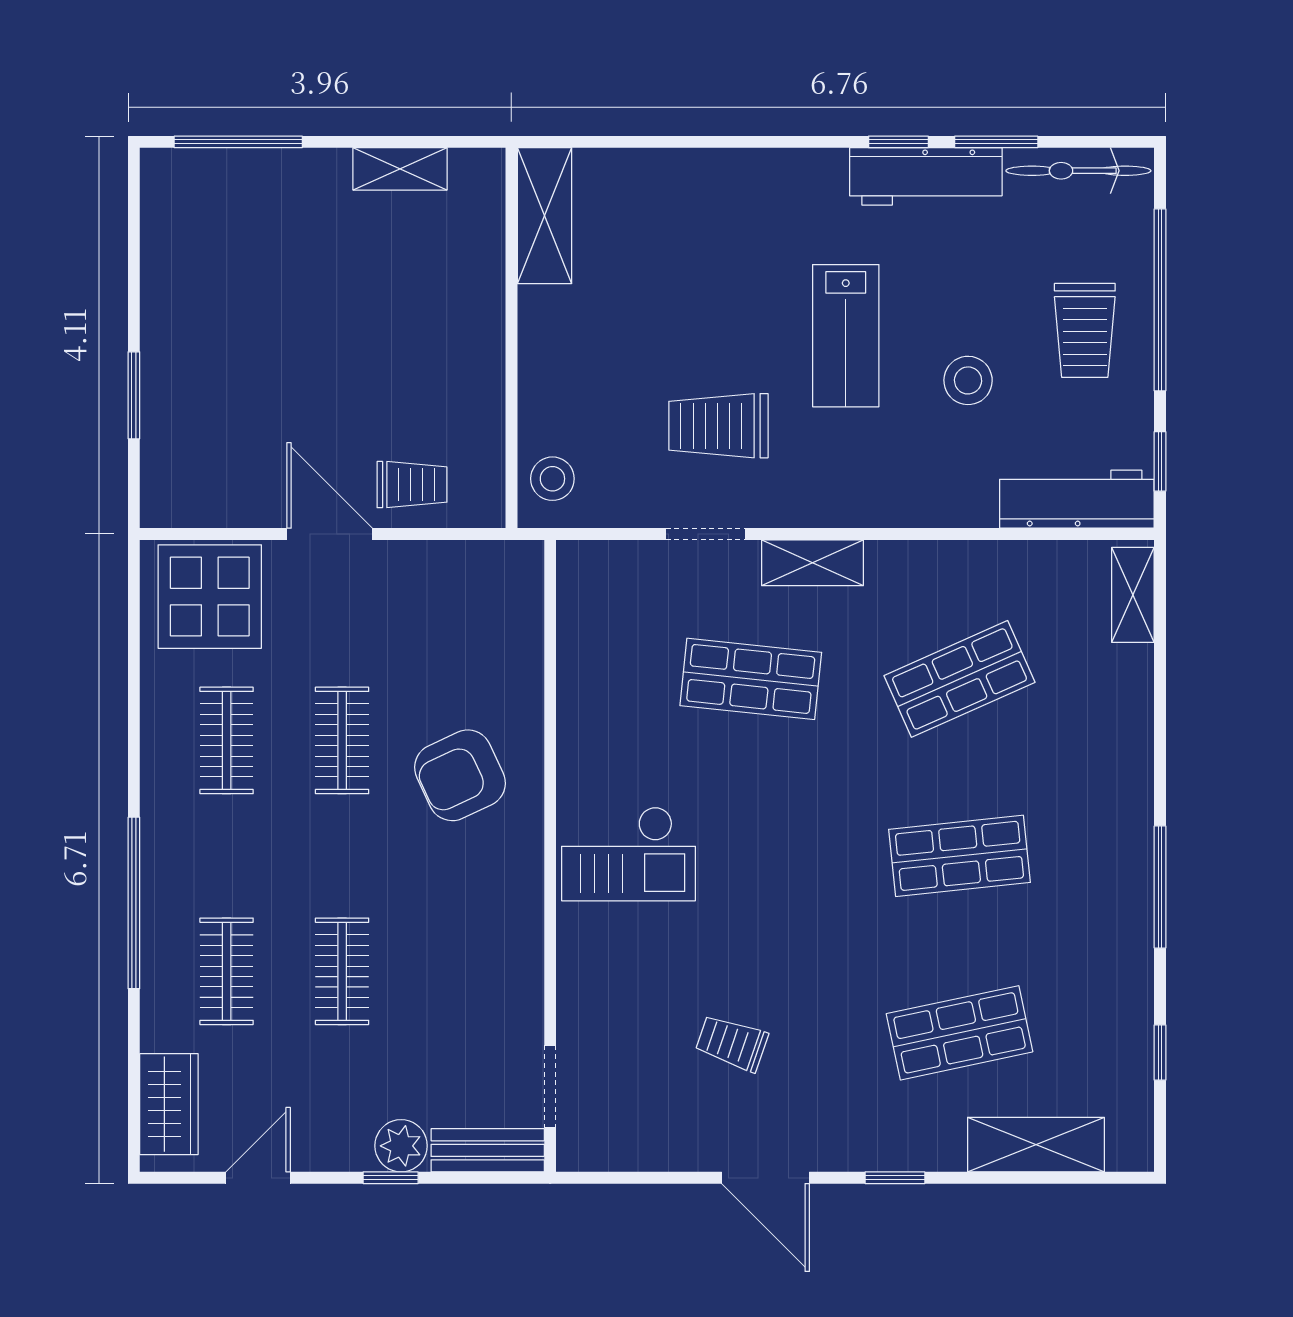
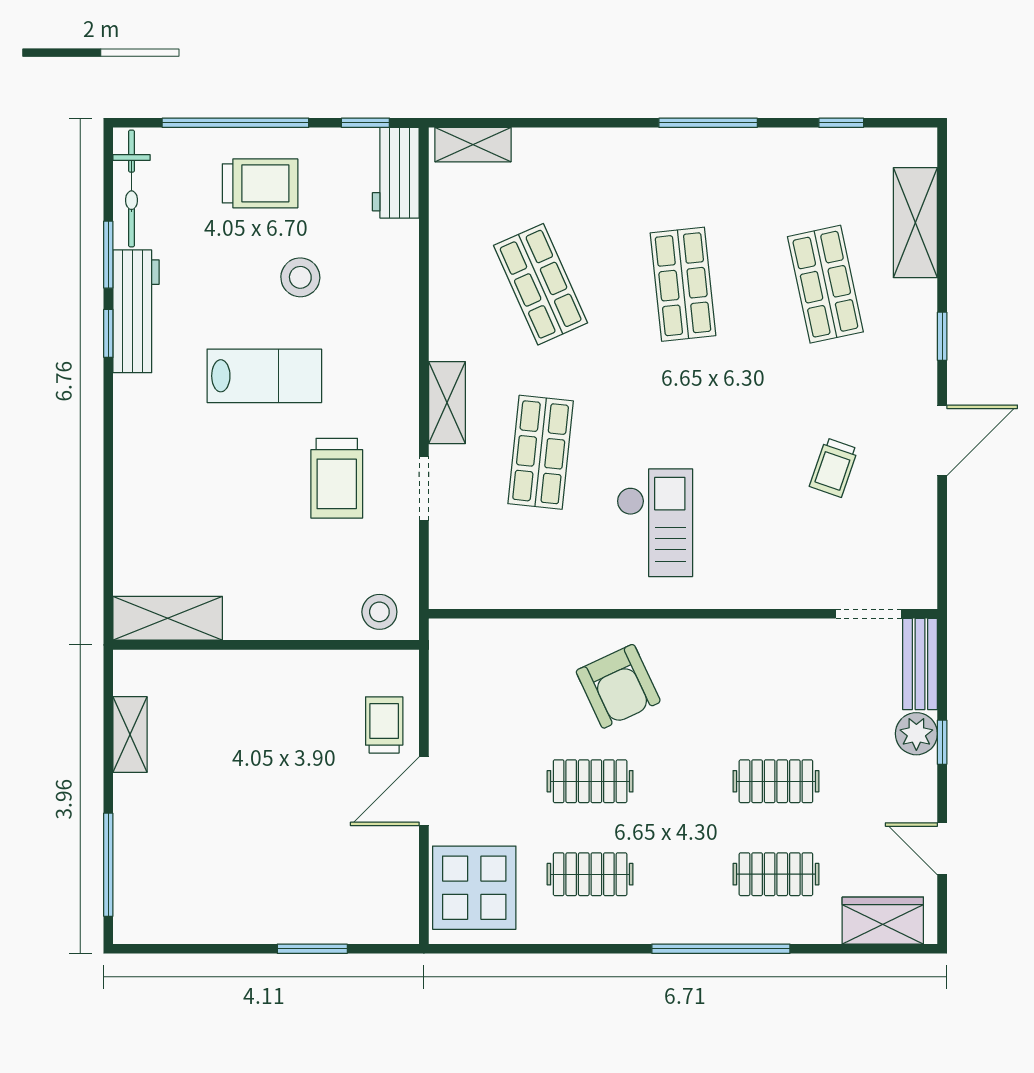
workbench: (1077, 499) -> (396, 173), width x0.73
checkout: (629, 854) -> (655, 523), moved

